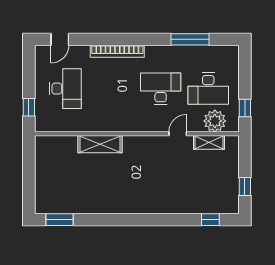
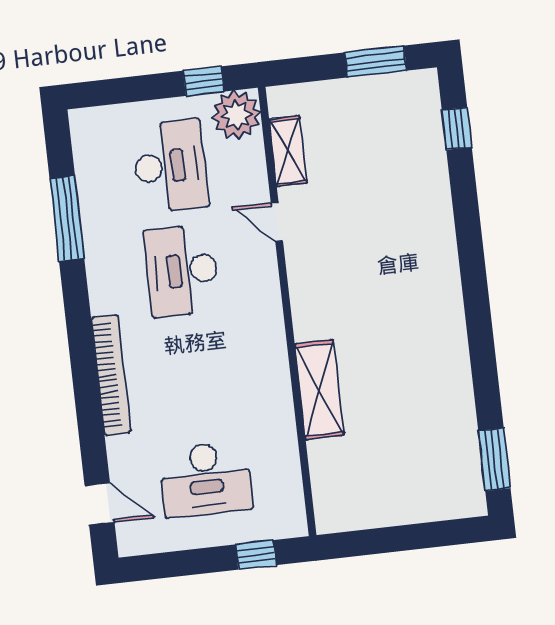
desk: (65, 89) -> (206, 479), turned 180
plant: (215, 121) -> (236, 115), moved
window: (245, 186) -> (376, 62), width x1.50

